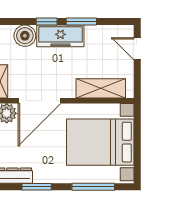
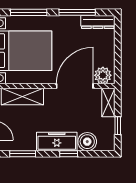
window: (81, 22) -> (23, 154), moved
window: (37, 187) -> (77, 12), width x1.44

